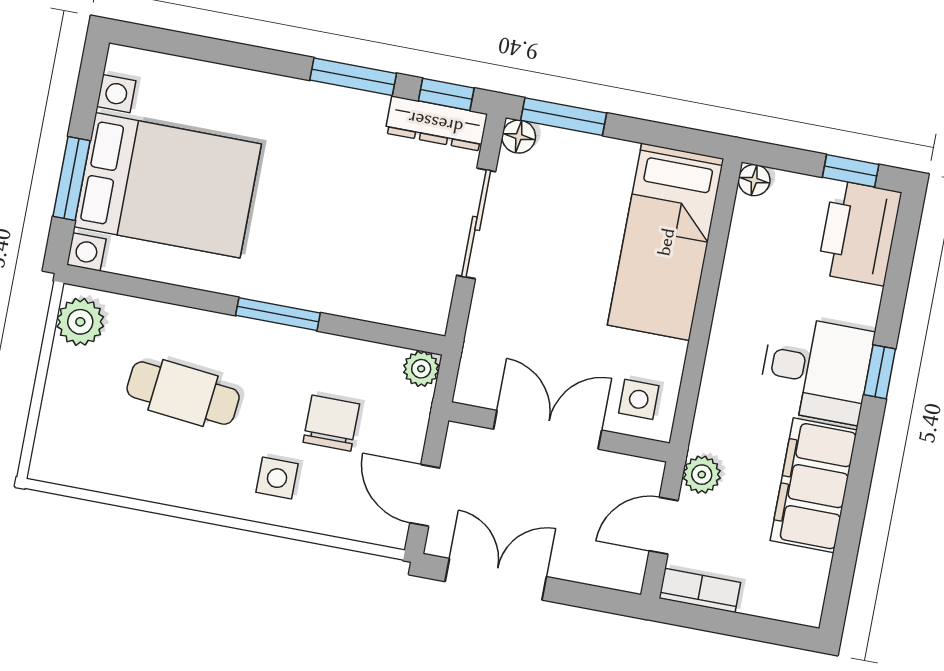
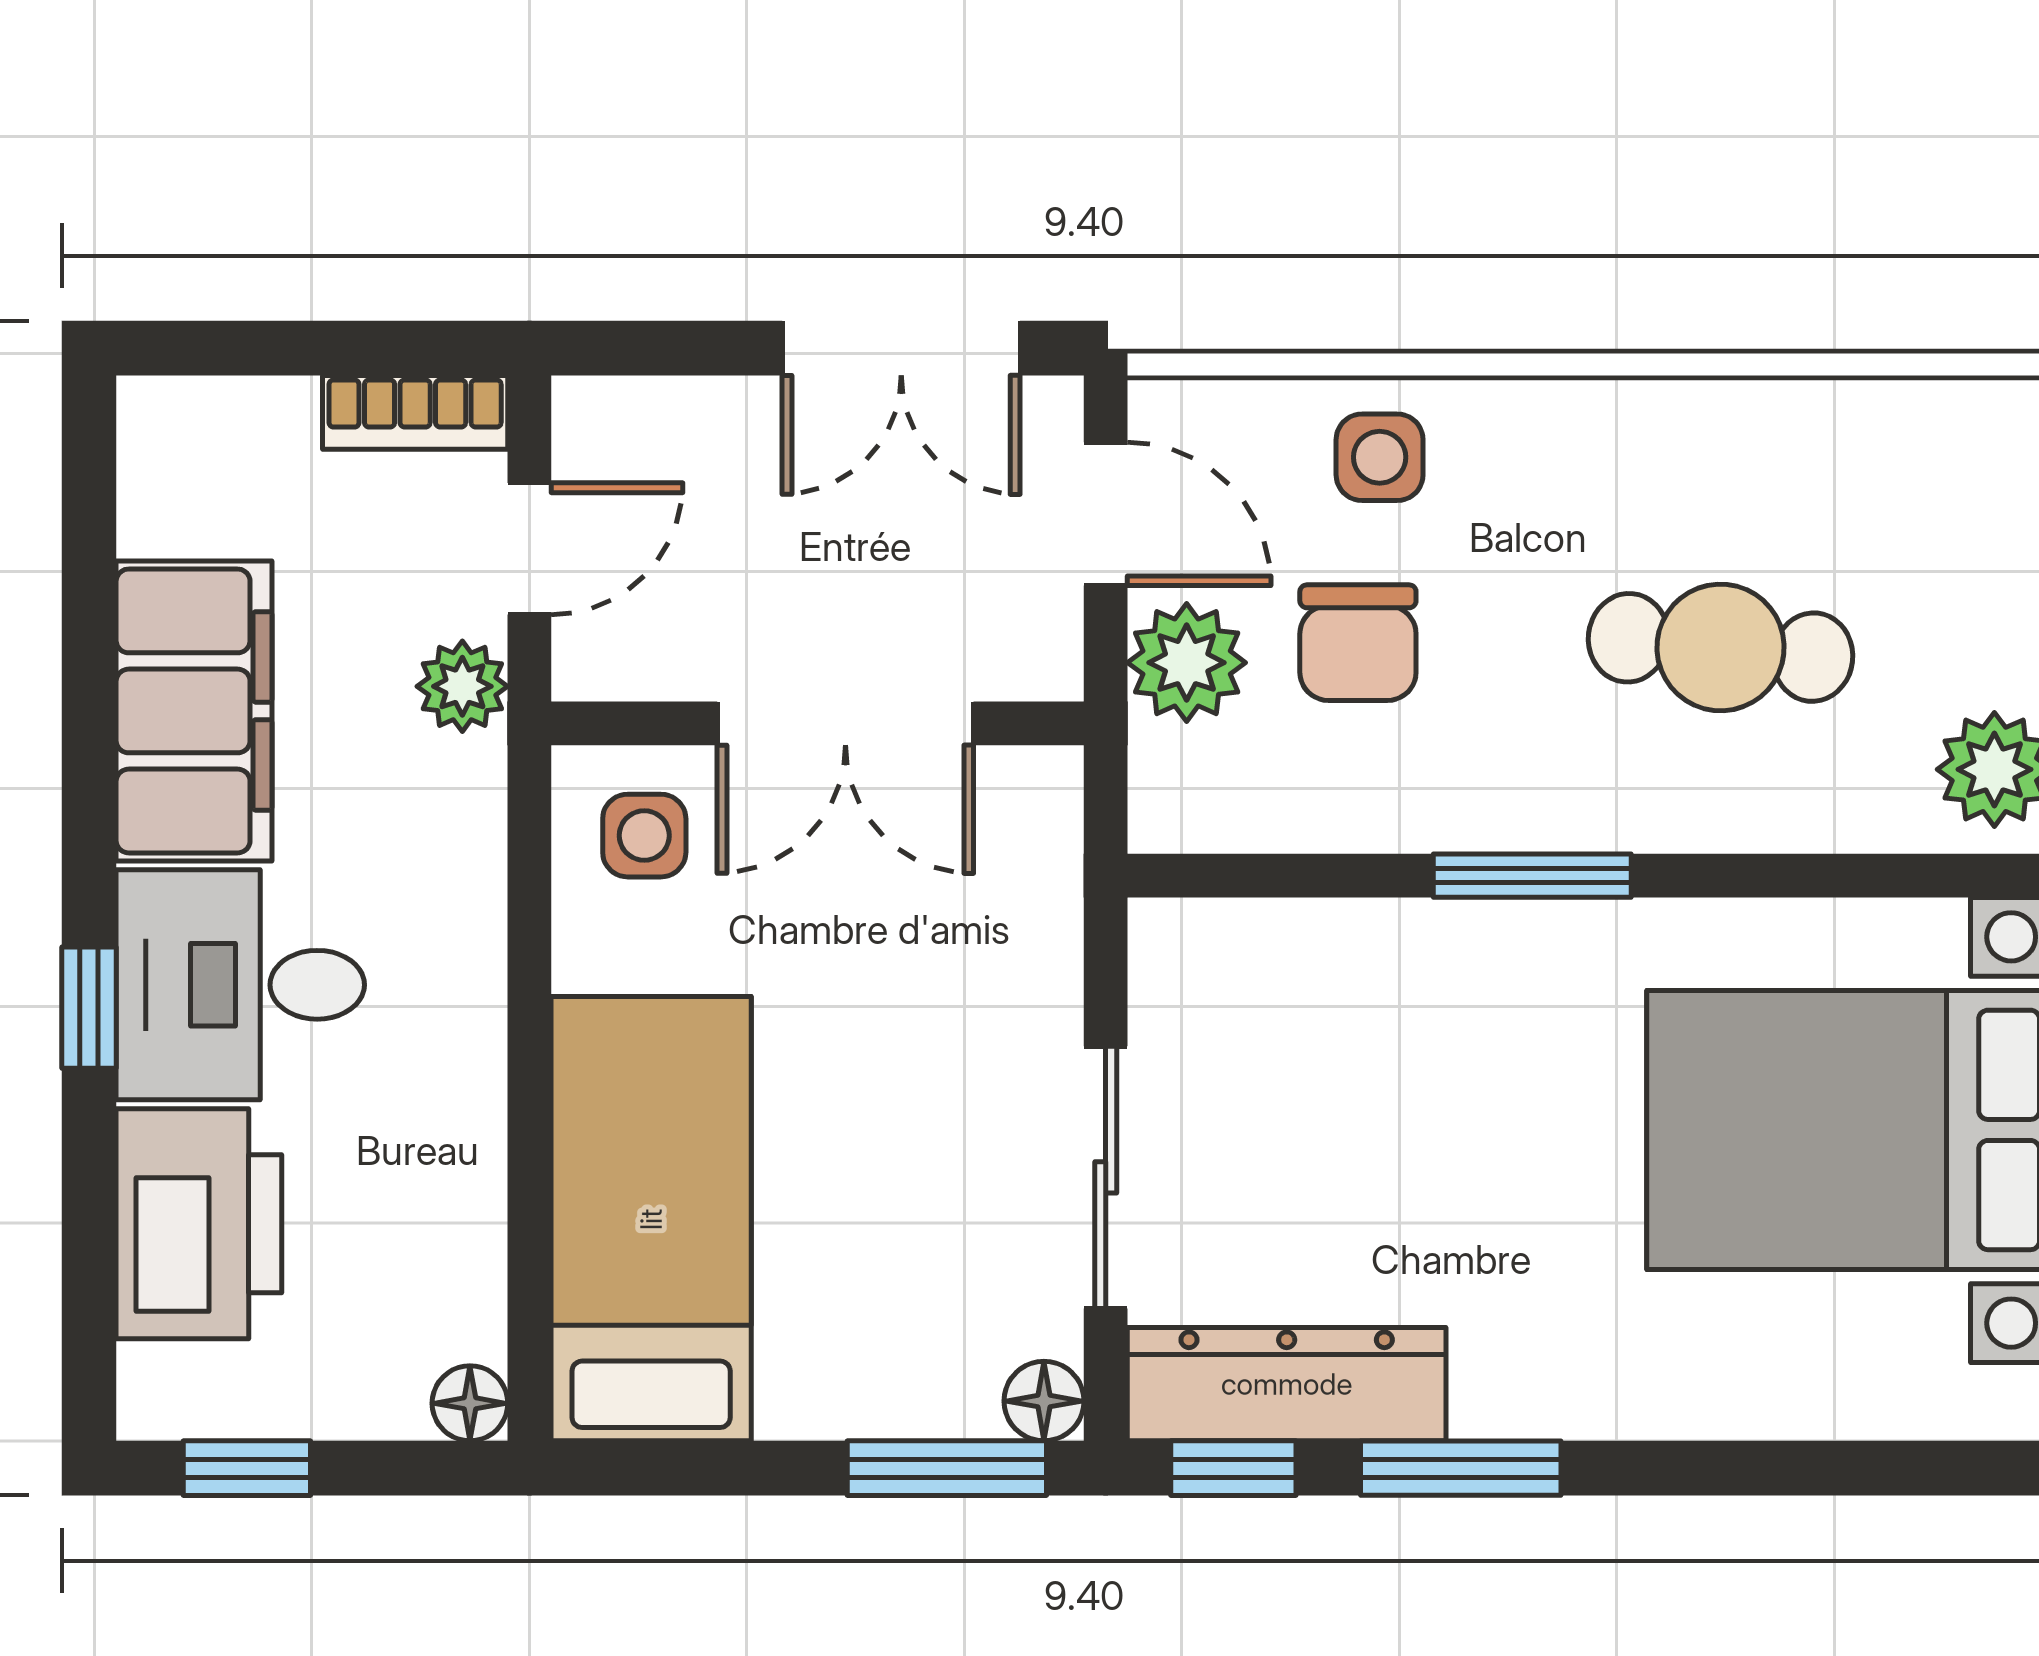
dresser: (436, 123) -> (1287, 1384), width x1.37, depth x1.24
printer: (859, 233) -> (199, 1224), moved
plant: (421, 369) -> (1187, 663), moved, width x1.38, depth x1.38
side table: (277, 478) -> (1380, 457), moved

